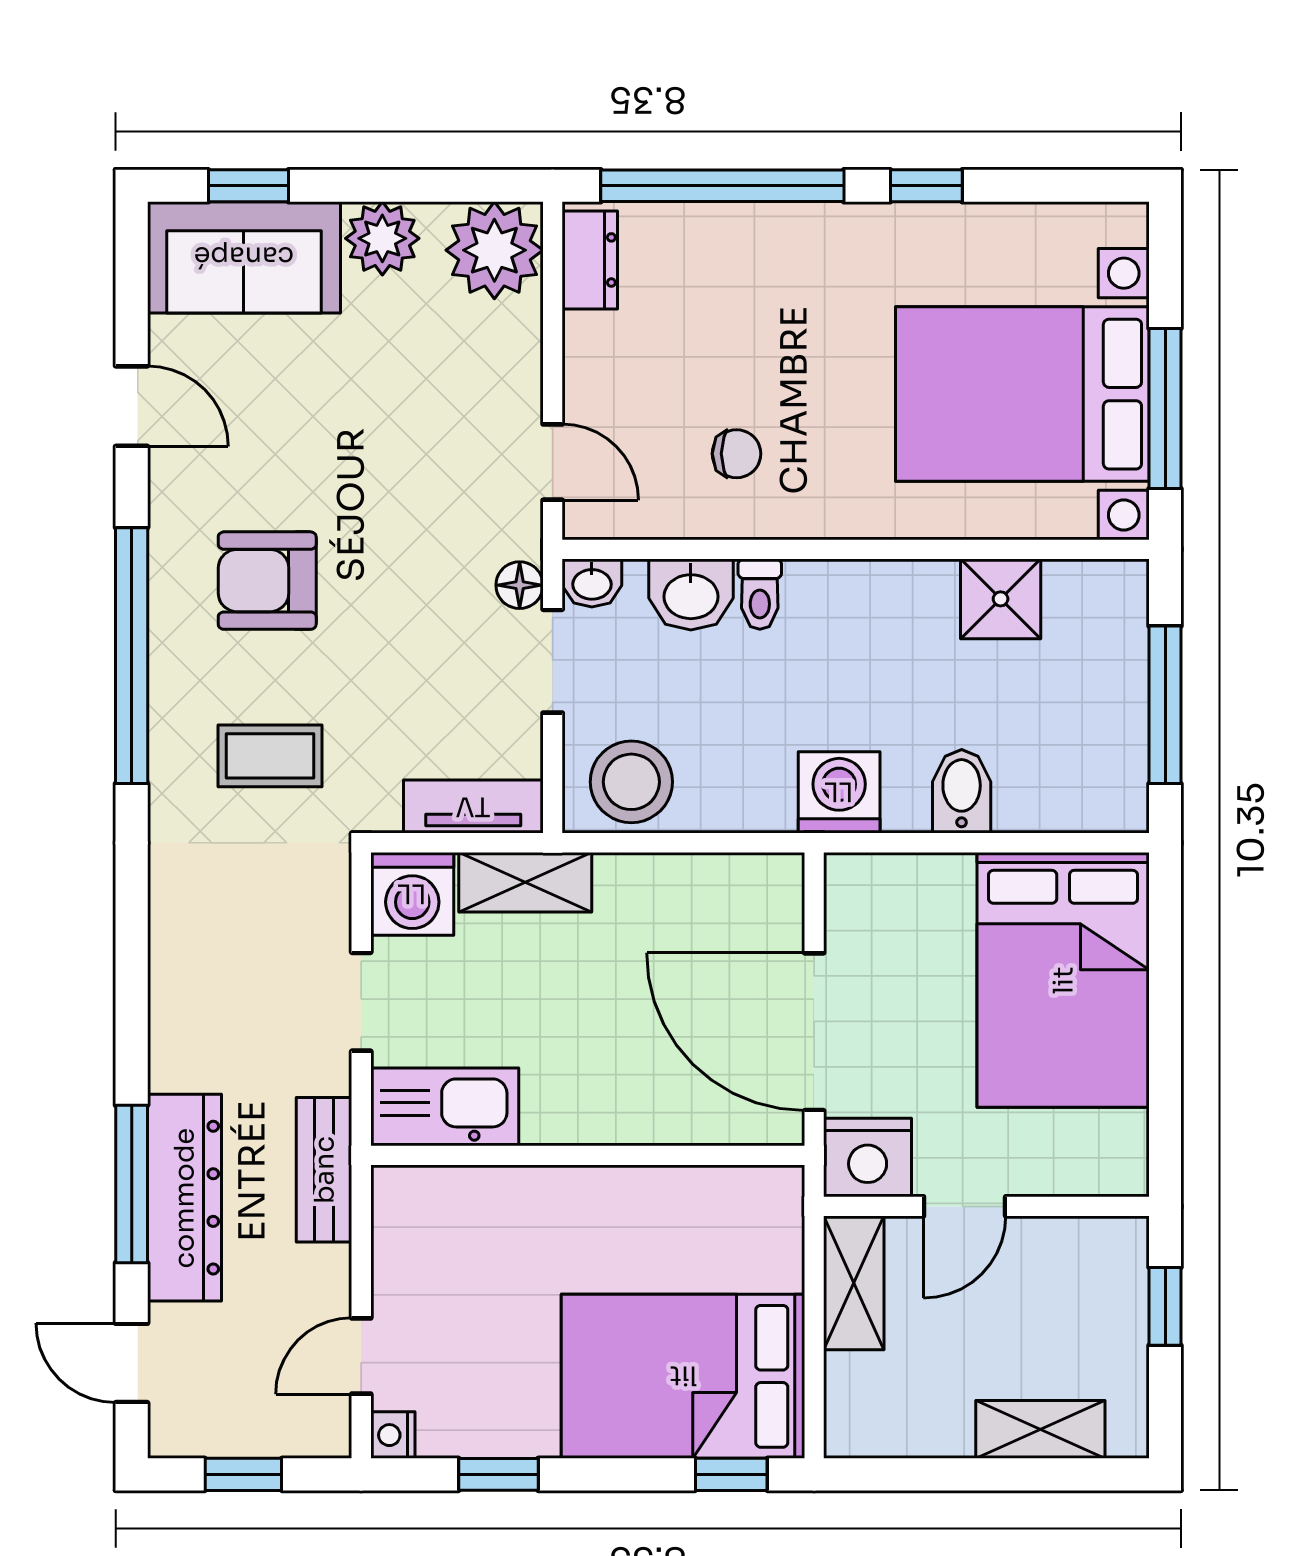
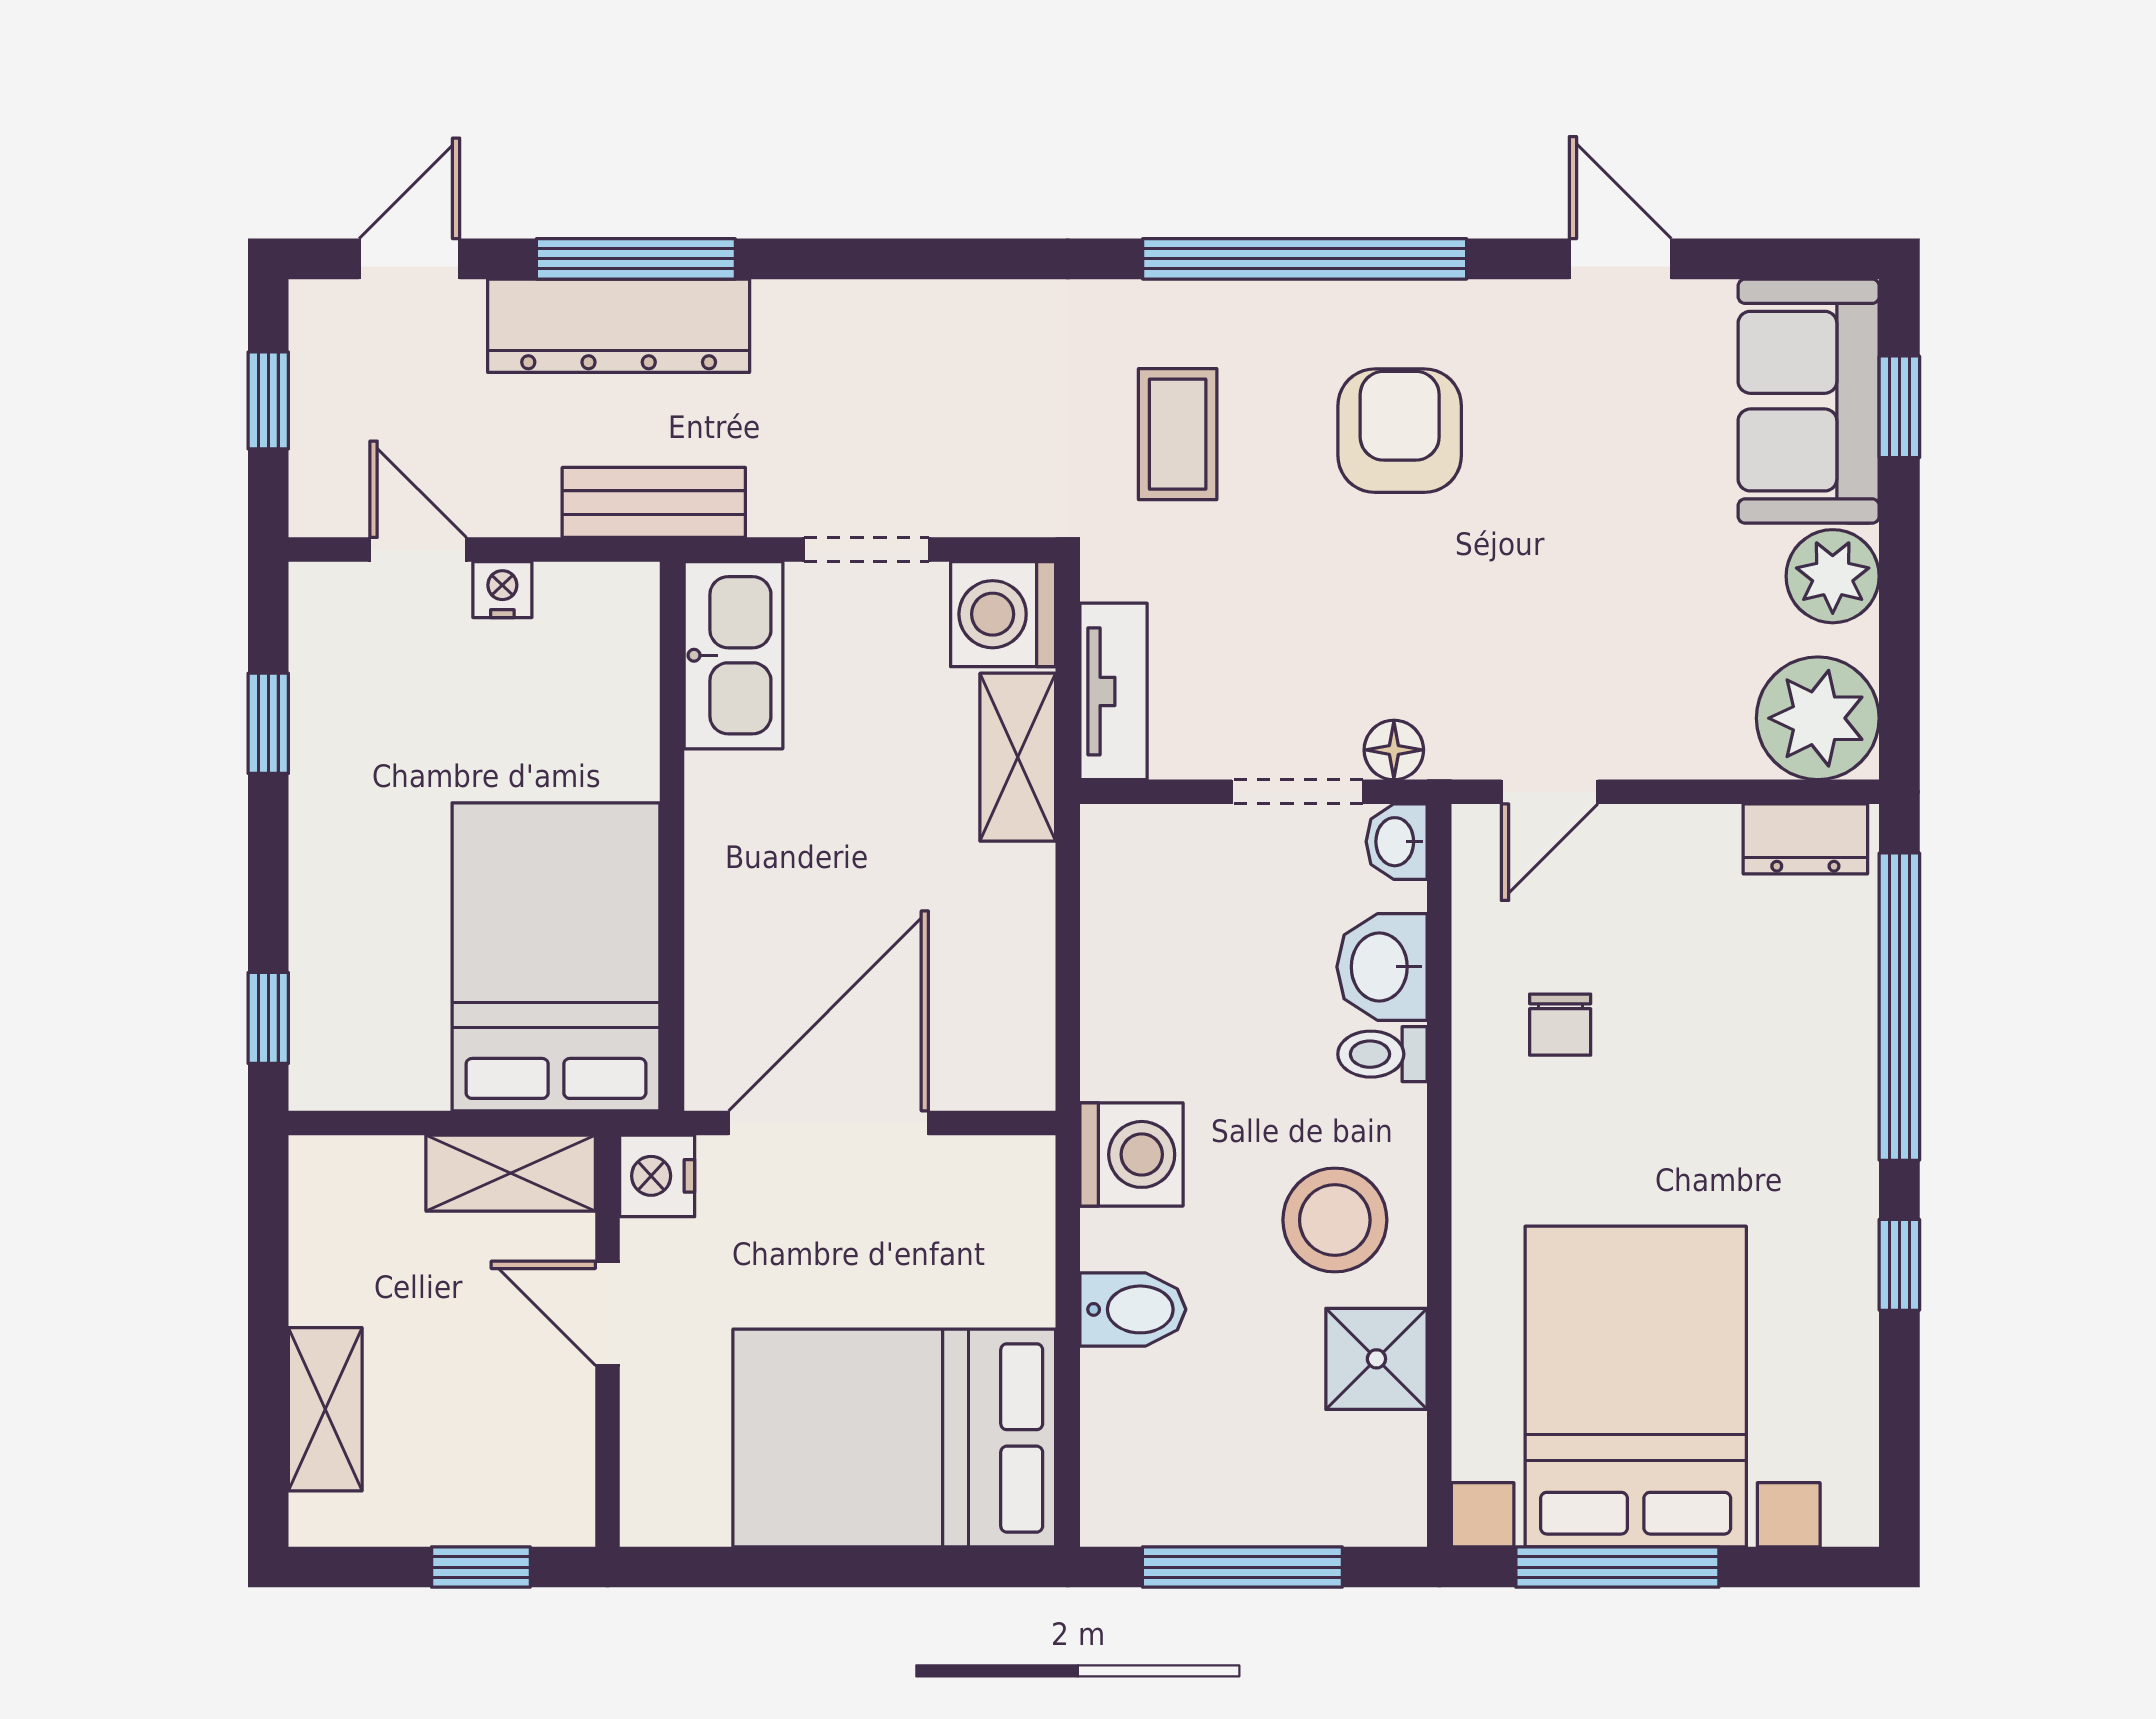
door: (132, 406) -> (1620, 259), swing flipped
stool: (631, 782) -> (1335, 1220), moved
nightstand: (868, 1158) -> (657, 1176), width x0.74, depth x0.75
bed: (683, 1376) -> (556, 957), moved
nightstand: (393, 1435) -> (502, 590), moved

